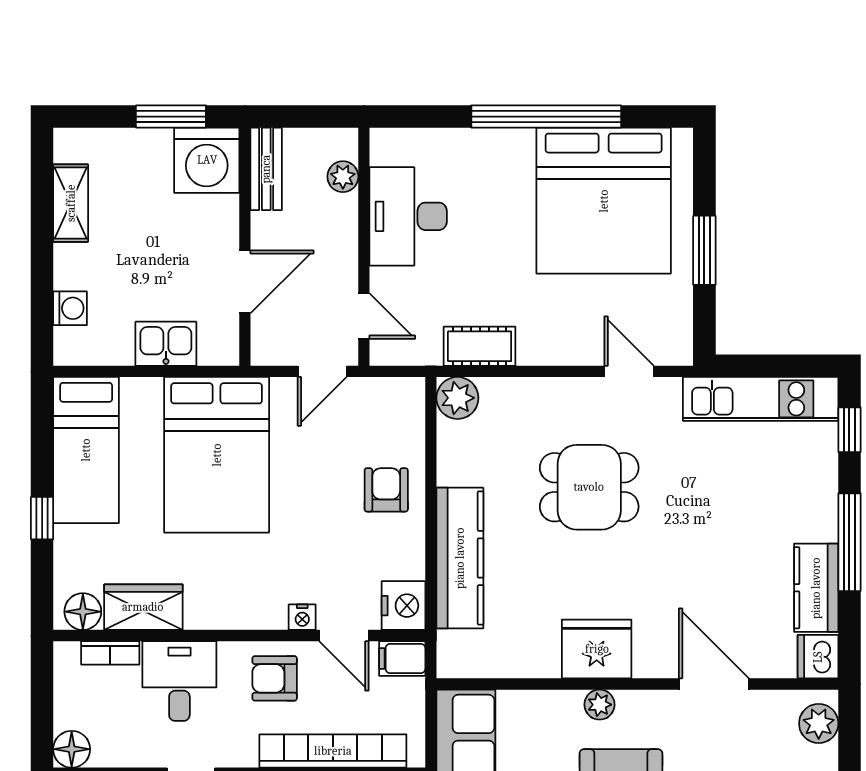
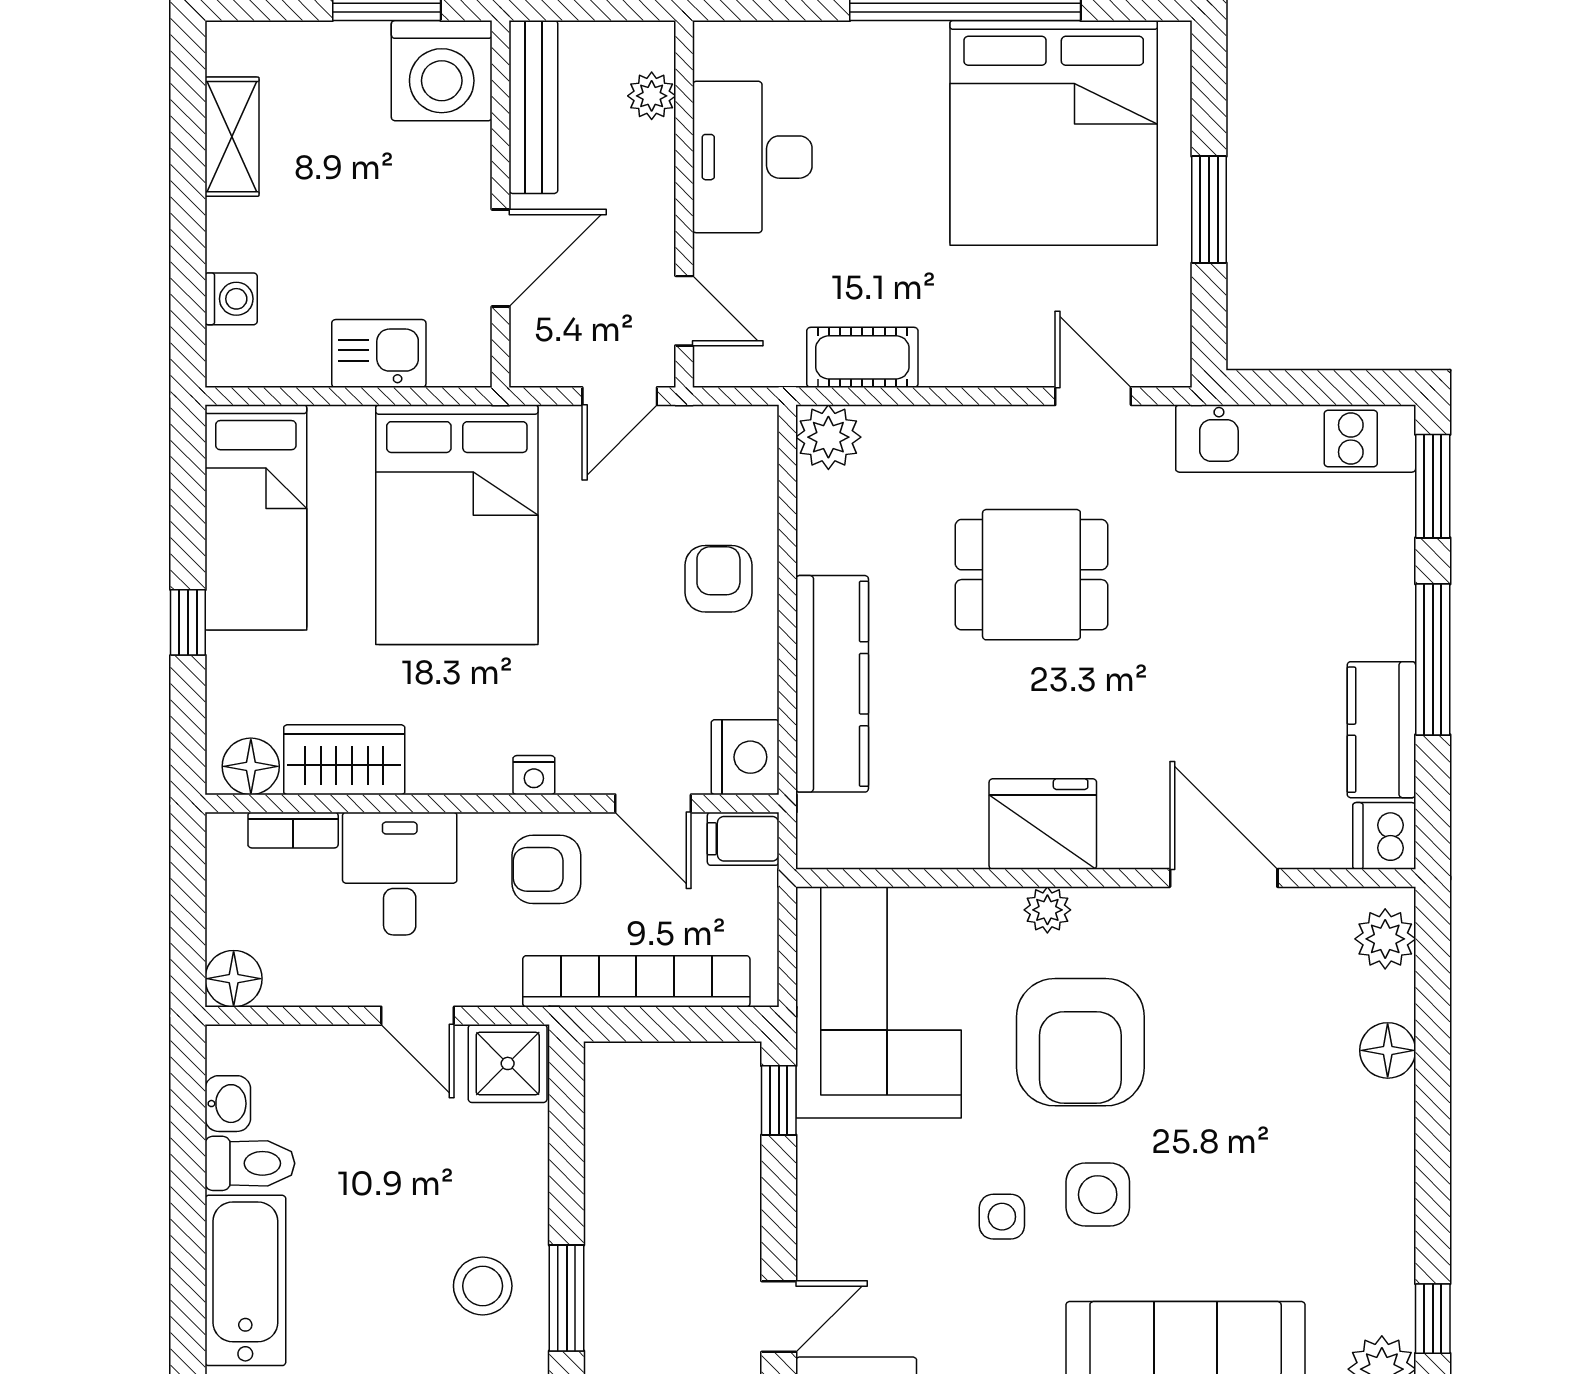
bench: (266, 169) -> (533, 107), width x1.36
window: (849, 430) -> (1433, 486), width x1.50
nightstand: (302, 617) -> (534, 775), moved

